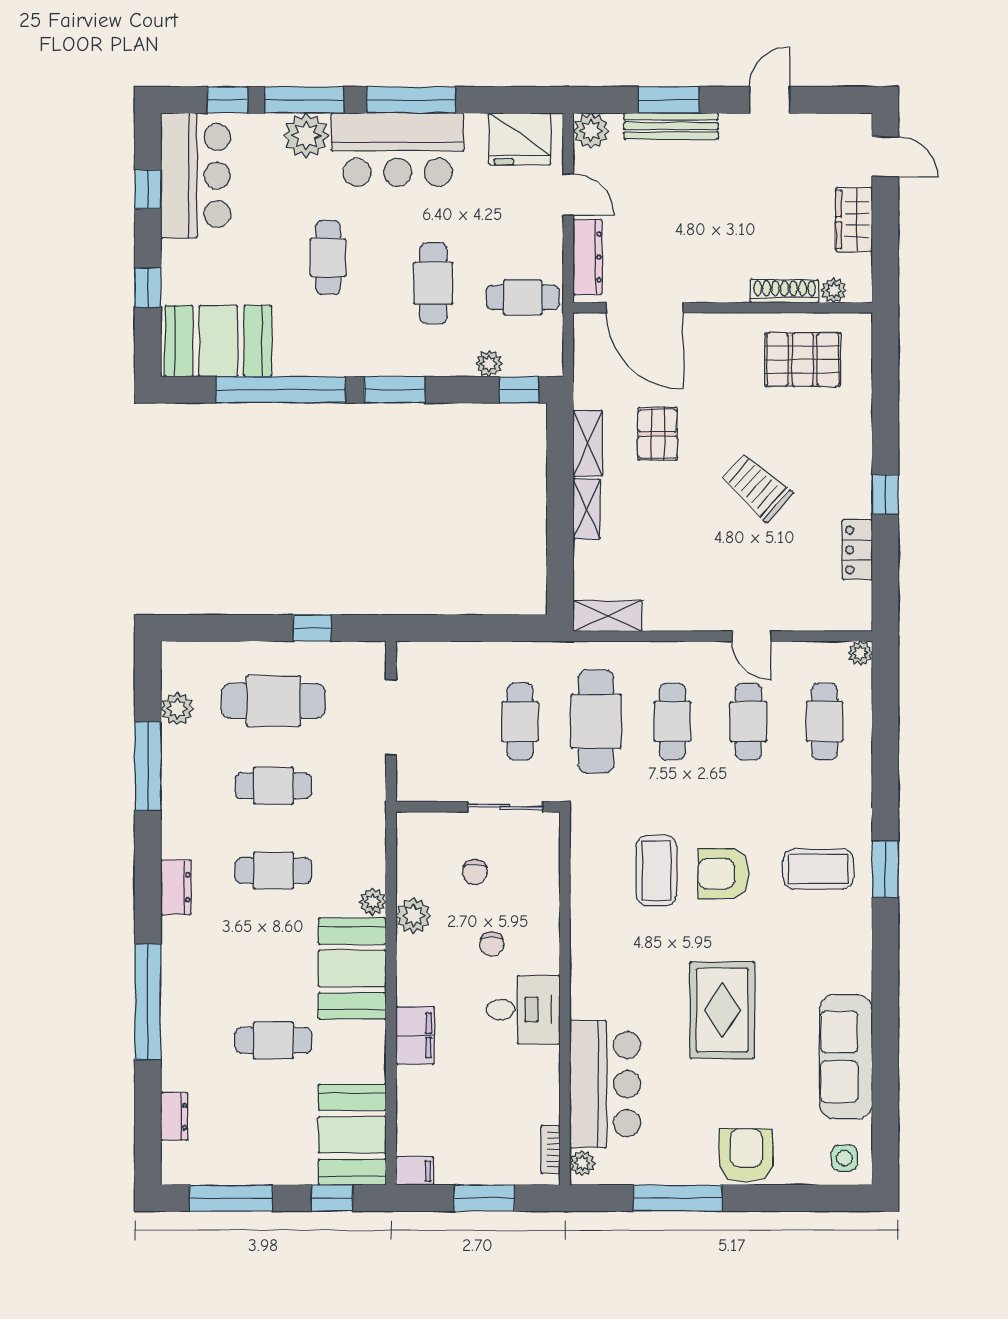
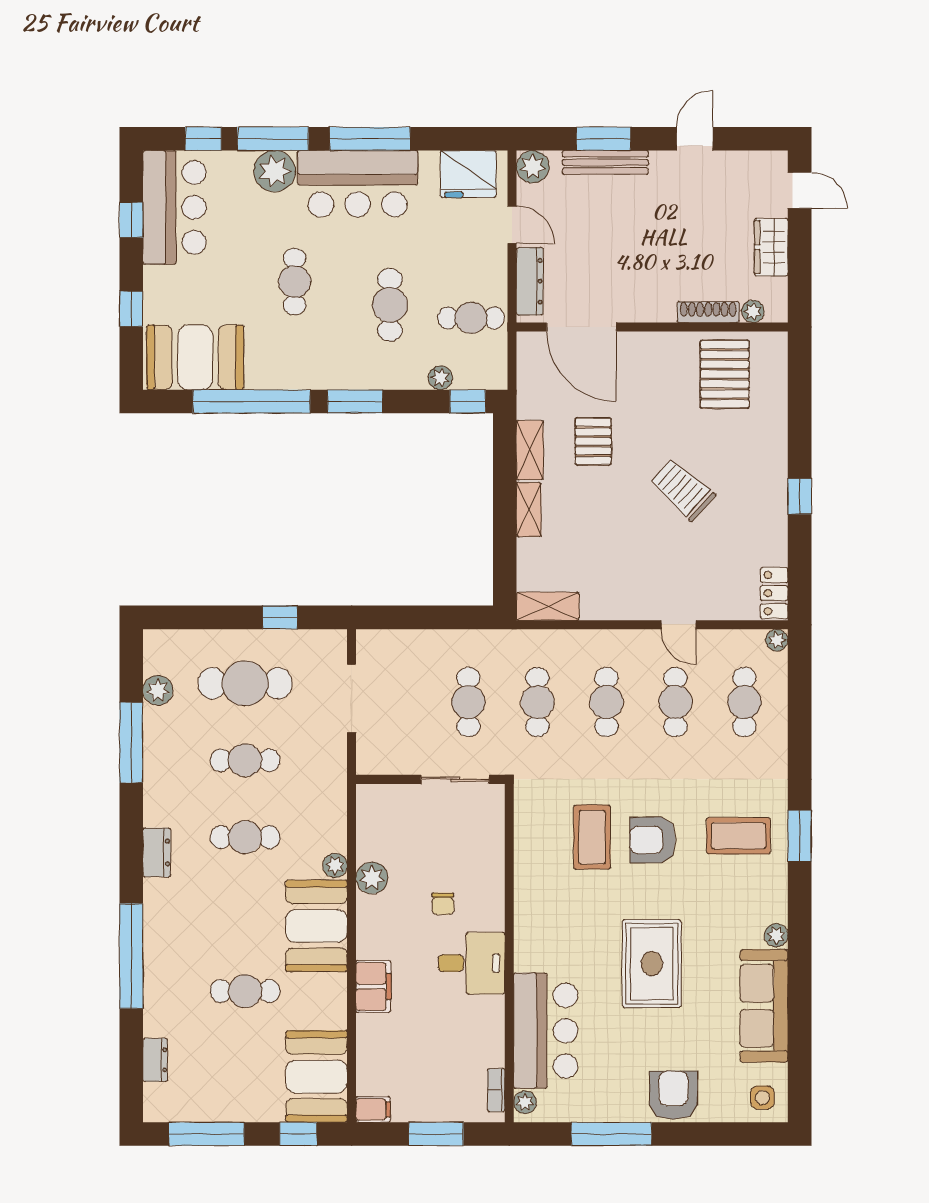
pallet: (803, 360) -> (725, 374), turned 90
locker: (857, 550) -> (774, 593), moved
cafe table: (596, 721) -> (537, 702), width x0.73, depth x0.74
chair: (475, 872) -> (428, 839), removed
plant: (860, 979) -> (776, 935), added

